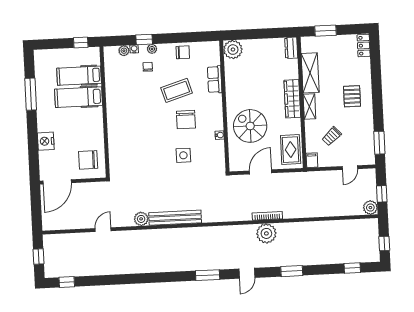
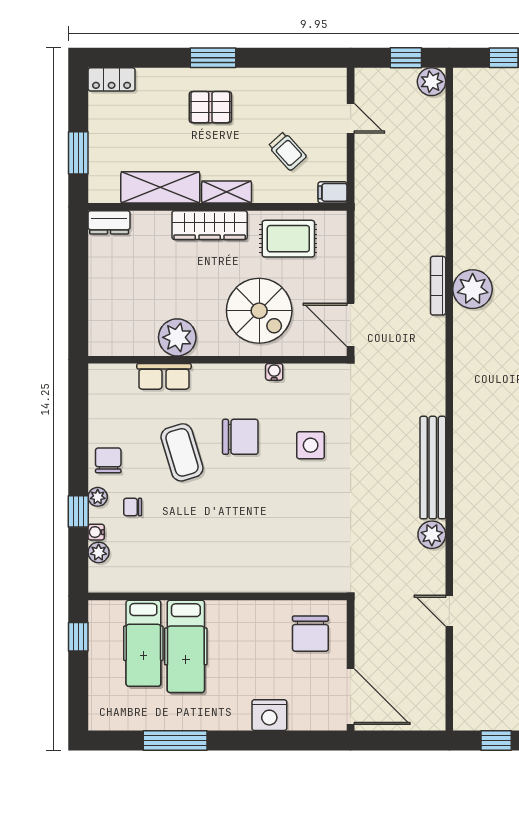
plant: (233, 50) -> (177, 337), moved
chair: (183, 52) -> (108, 460), moved
spiral stairs: (250, 126) -> (259, 311), turned -90
window: (379, 143) -> (213, 58), moved
rug: (291, 150) -> (288, 239), moved
door: (261, 172) -> (351, 325), moved

